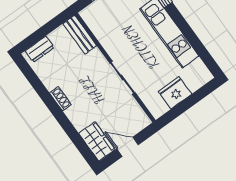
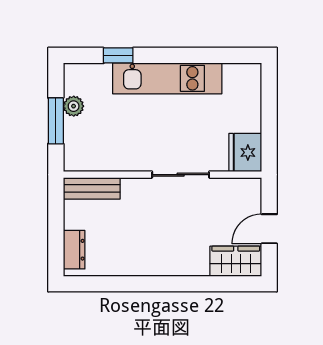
fridge: (175, 93) -> (245, 152), moved
shoe rack: (60, 99) -> (152, 268), removed

